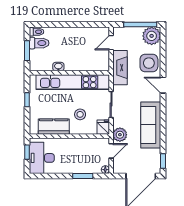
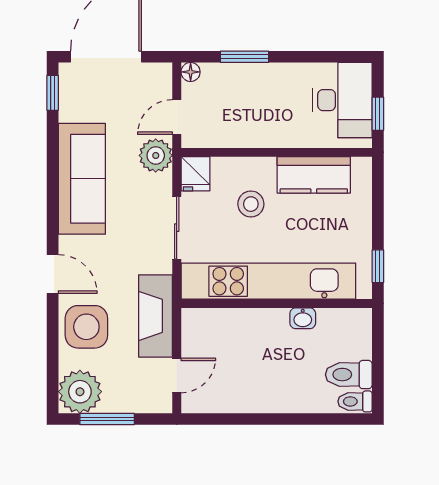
window: (140, 24) -> (107, 419), width x0.69
window: (27, 51) -> (378, 356), removed
window: (27, 100) -> (378, 266), moved

